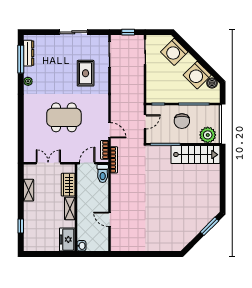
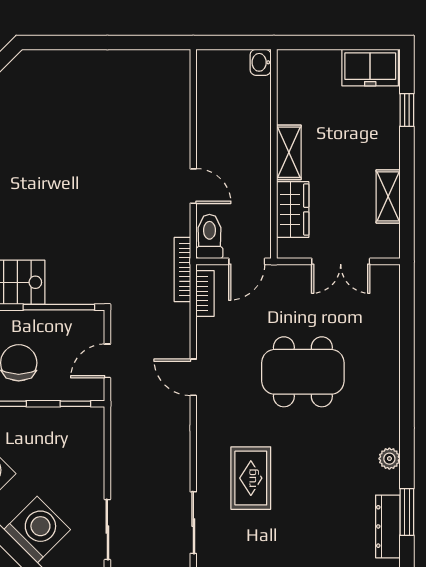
window: (21, 59) -> (407, 512), width x0.69
door: (109, 130) -> (193, 377), moved
door: (109, 219) -> (193, 186), moved
freezer: (67, 240) -> (370, 68), moved, turned 90

